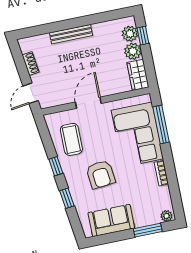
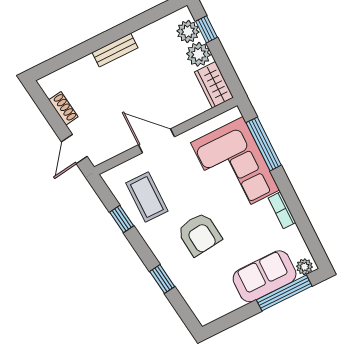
bench: (71, 34) -> (115, 50), width x0.73
door: (88, 103) -> (156, 141), hinge flipped
window: (56, 166) -> (122, 219), moved
sofa: (111, 220) -> (265, 276), moved
window: (148, 230) -> (284, 293), width x1.44

